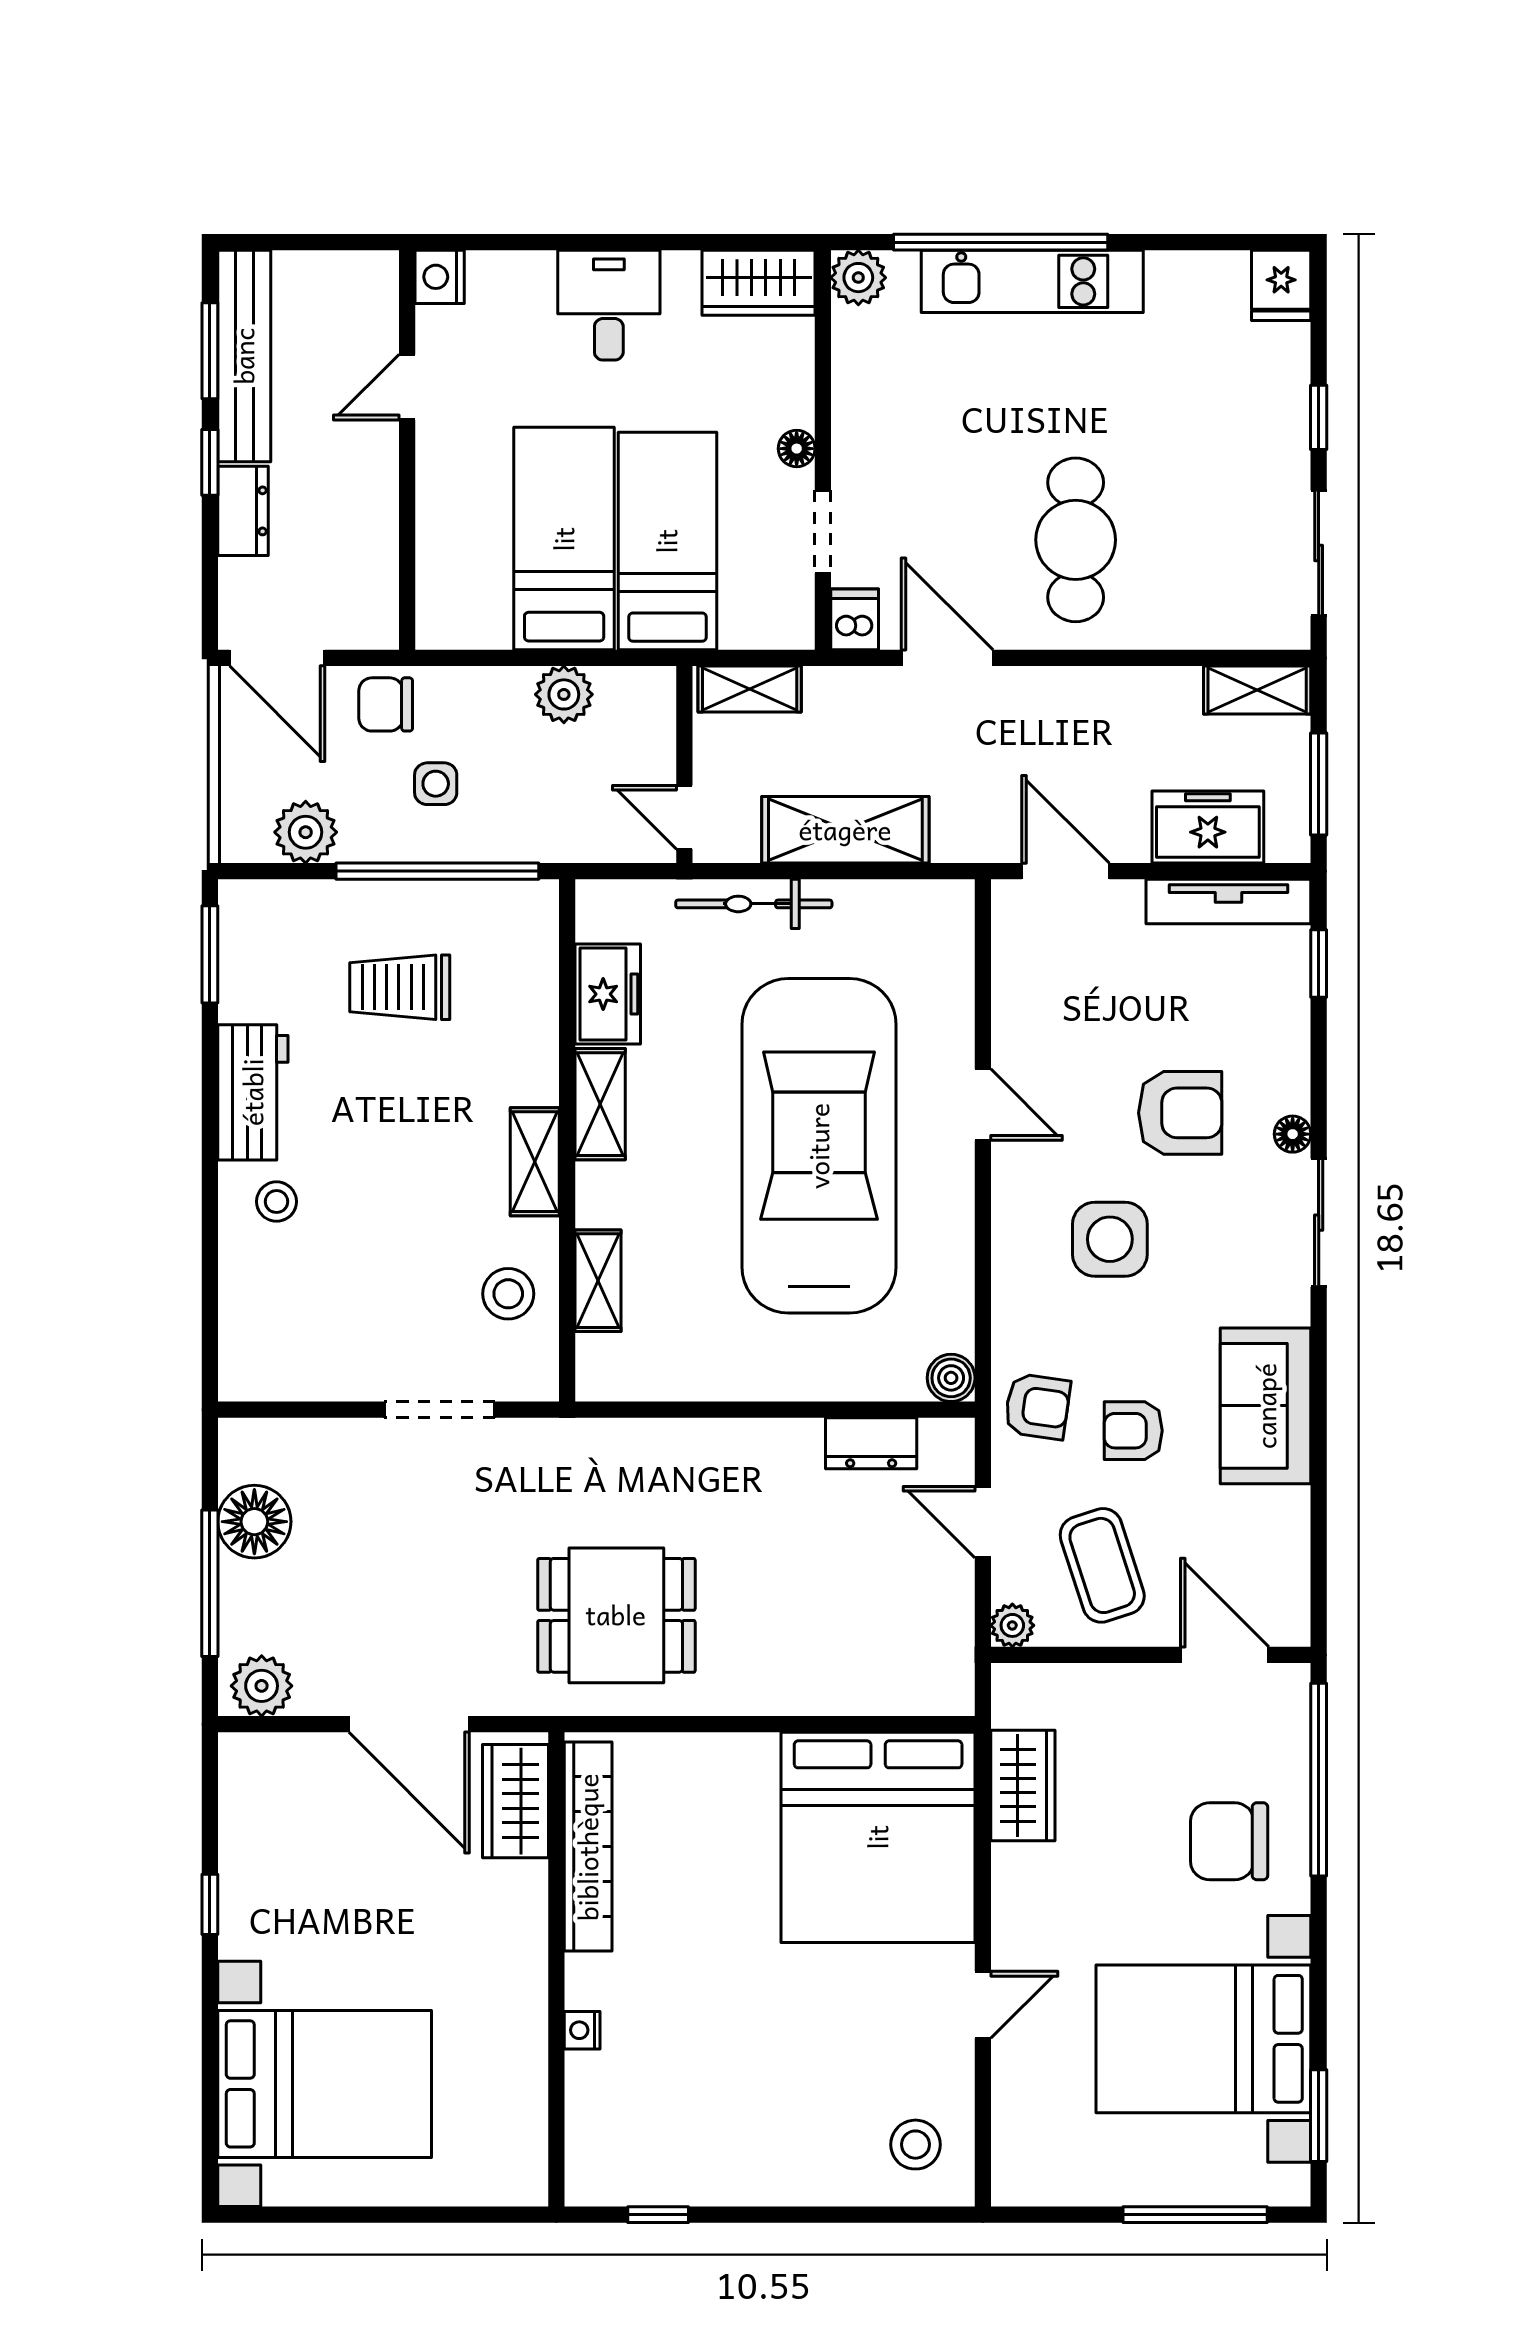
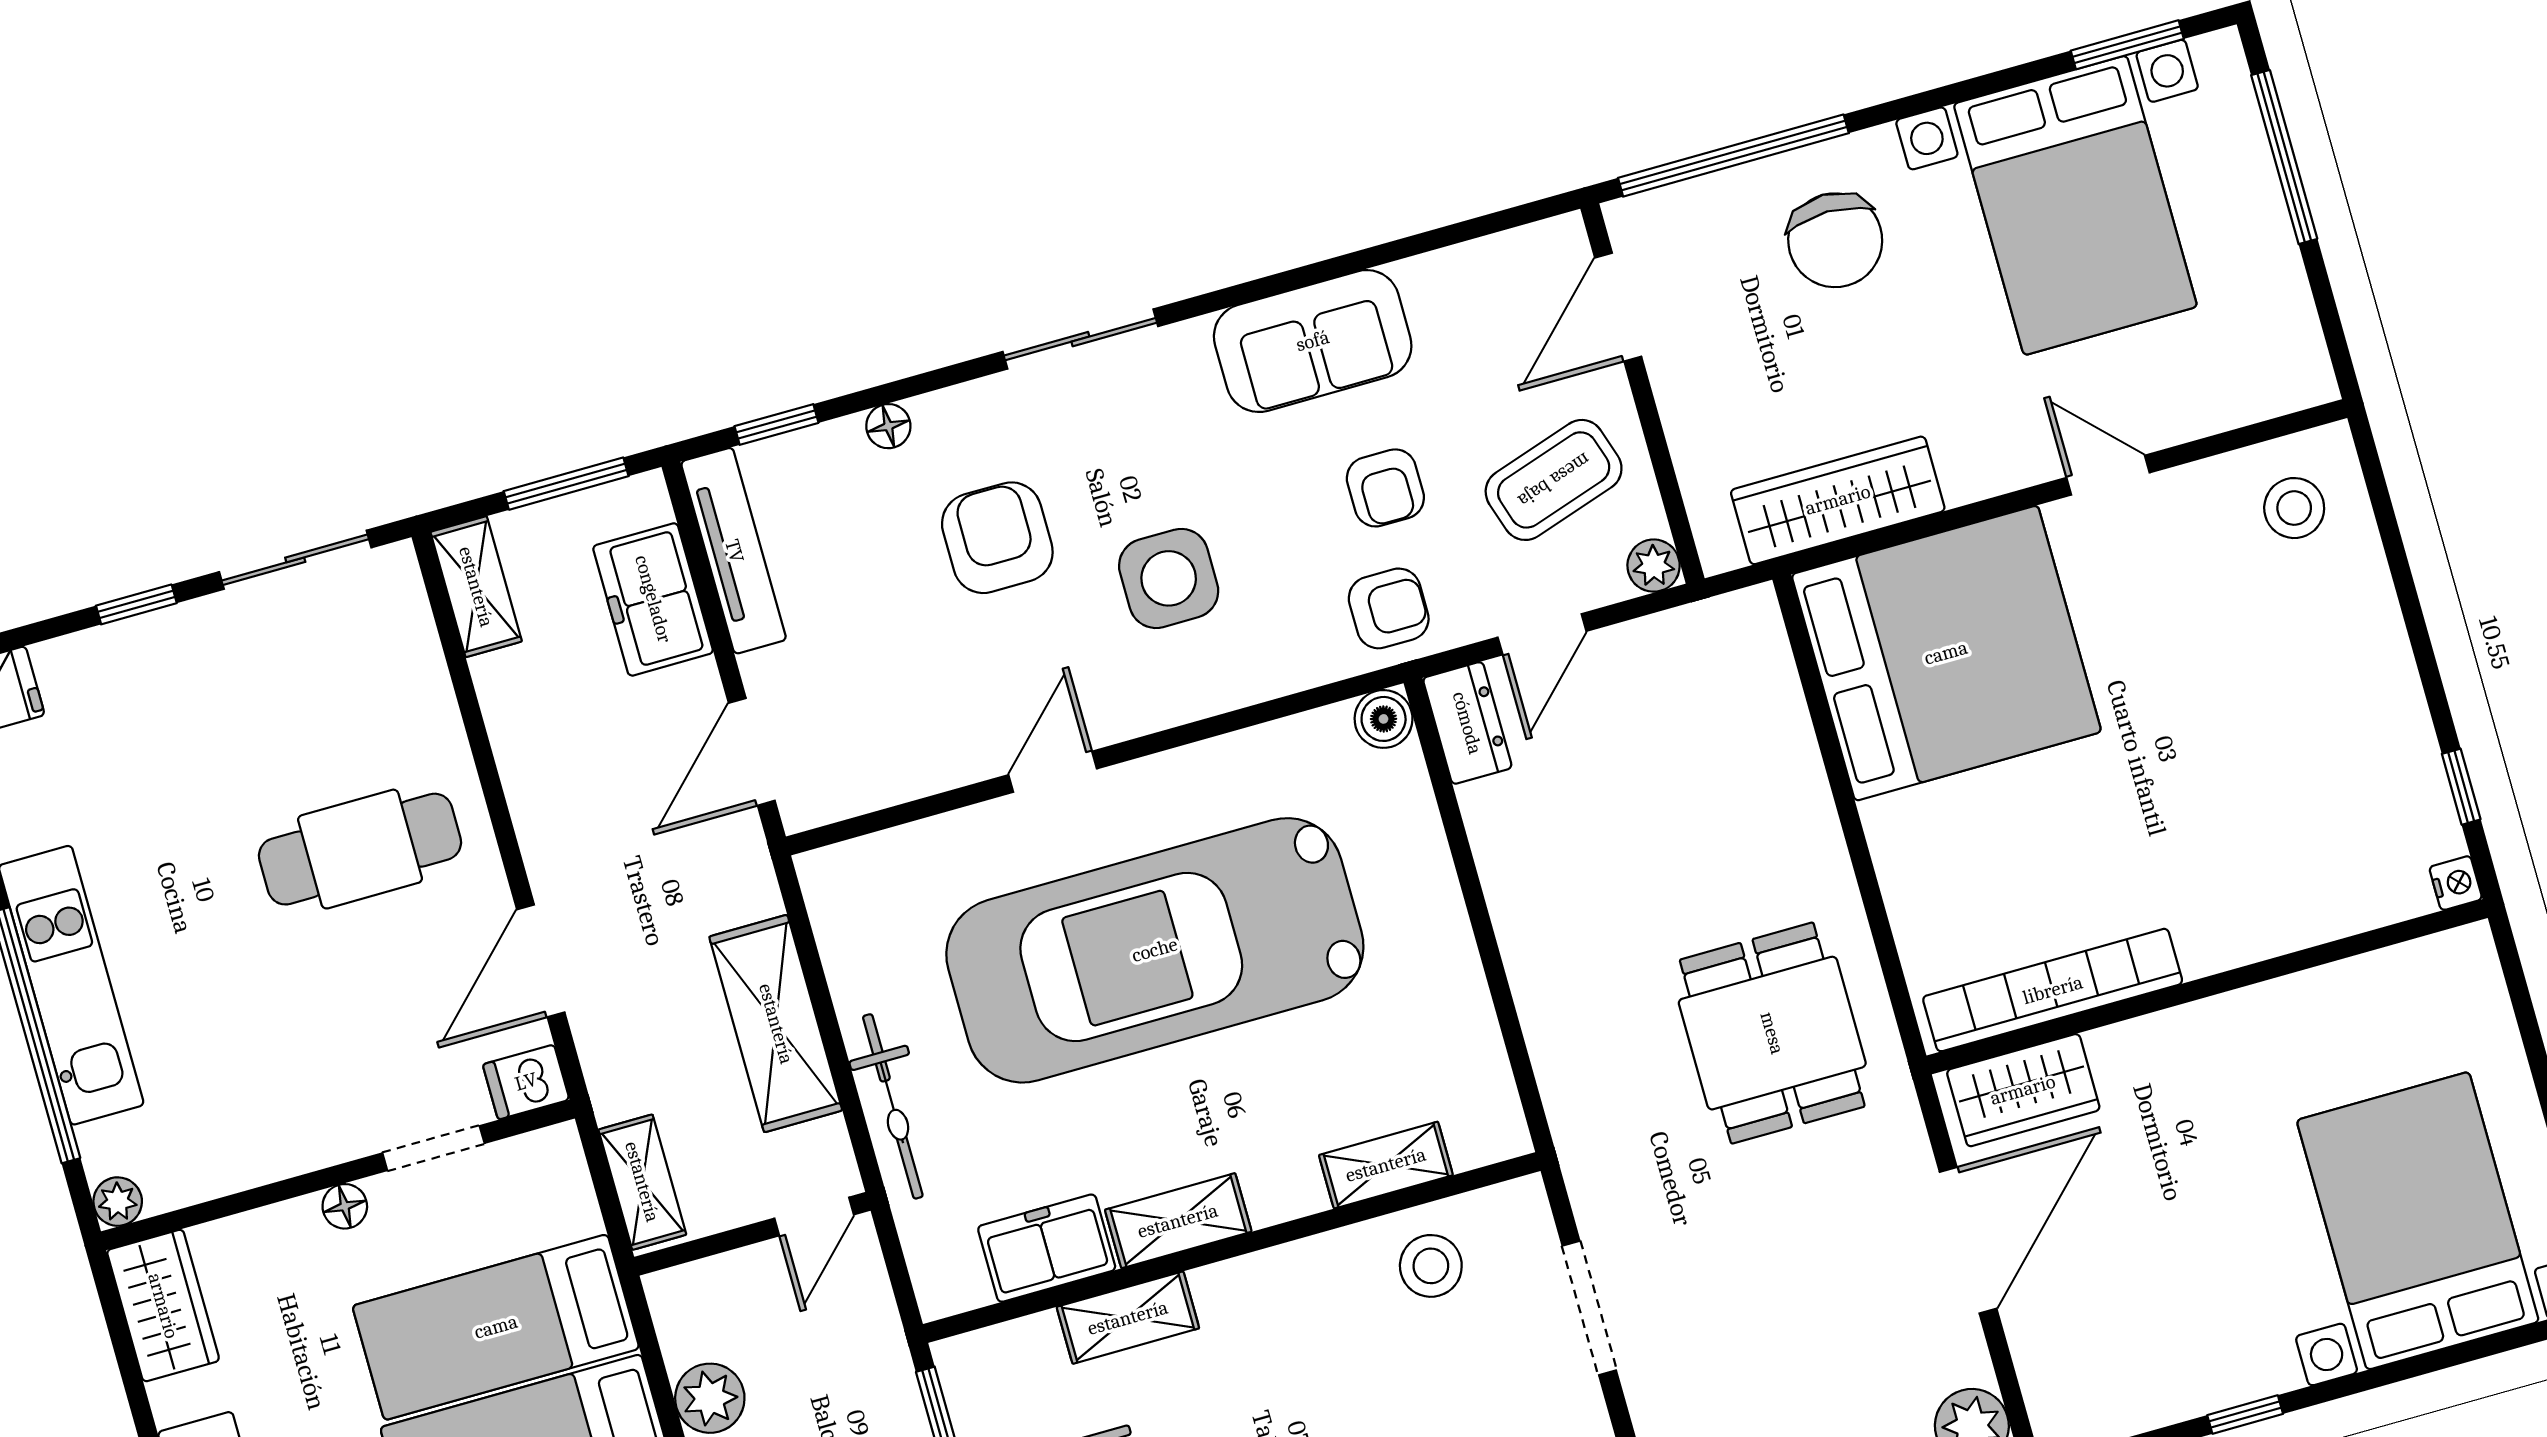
plant: (858, 278) -> (118, 1202), width x0.73, depth x0.73
floor lamp: (1293, 1134) -> (888, 426), moved
shelving: (535, 1162) -> (1128, 1318), moved
armchair: (1037, 1407) -> (1389, 608), turned 82
dresser: (871, 1443) -> (1467, 723), moved
wardrobe: (1023, 1785) -> (1838, 500), width x1.50
nightstand: (582, 2030) -> (2456, 883), moved, turned -90

